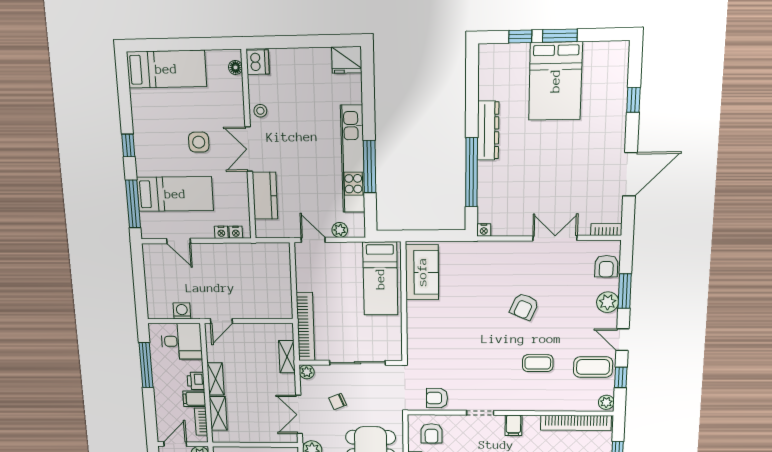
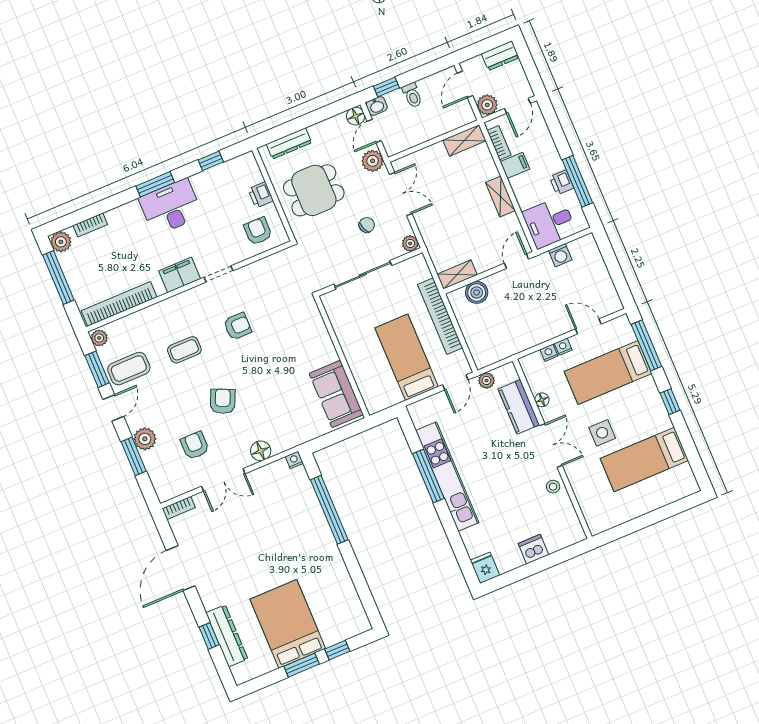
fridge: (347, 60) -> (485, 568), width x0.72
dishwasher: (258, 62) -> (533, 549), moved, turned 90
floor lamp: (235, 67) -> (542, 400), moved
bed: (166, 69) -> (644, 459), moved
dresser: (488, 131) -> (227, 636), moved, turned 180
plant: (340, 230) -> (487, 381), moved
nightstand: (236, 232) -> (563, 347), moved
door: (313, 240) -> (455, 382), hinge flipped
floor lamp: (510, 250) -> (261, 451), added
armchair: (606, 266) -> (195, 445), moved
bed: (380, 279) -> (407, 357), moved
boiler: (265, 309) -> (477, 292), added
bookcase: (306, 327) -> (440, 316), moved
door: (622, 340) -> (113, 408), hinge flipped
shelving: (287, 357) -> (457, 275), moved, turned 90
window: (621, 377) -> (97, 369), width x1.50
printer: (196, 381) -> (562, 182), moved, turned 180
armchair: (437, 398) -> (238, 326), moved
shelving: (218, 413) -> (464, 140), moved, turned 90
filing cabinet: (513, 425) -> (180, 275), width x2.00

